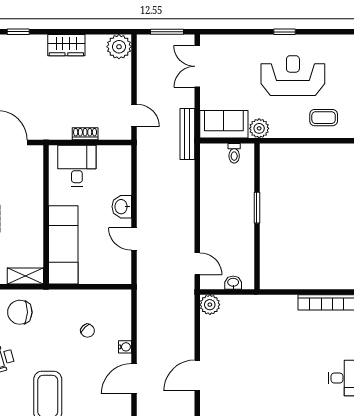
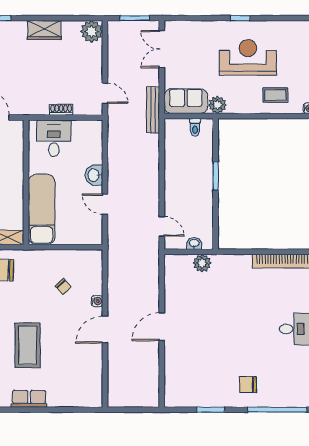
plant: (210, 305) -> (202, 263), moved

